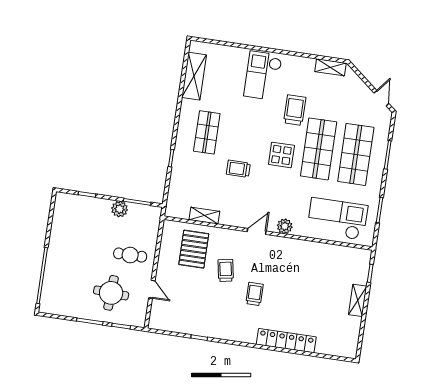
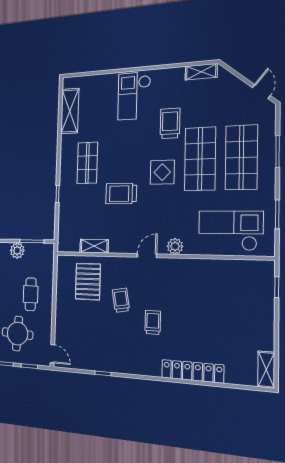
trolley: (238, 169) -> (121, 194), width x1.36, depth x1.39
cafe table: (130, 255) -> (31, 294), turned 90
door: (152, 289) -> (52, 354), moved
shelving: (358, 300) -> (266, 370), moved

